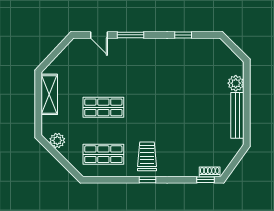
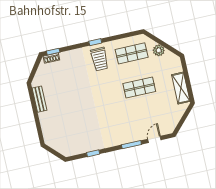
door: (99, 35) -> (154, 139), hinge flipped
plant: (236, 83) -> (47, 127), removed
bench: (237, 115) -> (40, 99), width x0.73
plant: (57, 140) -> (159, 50), moved

